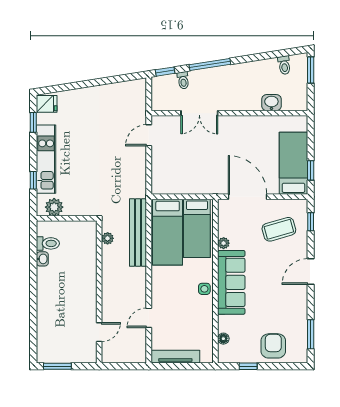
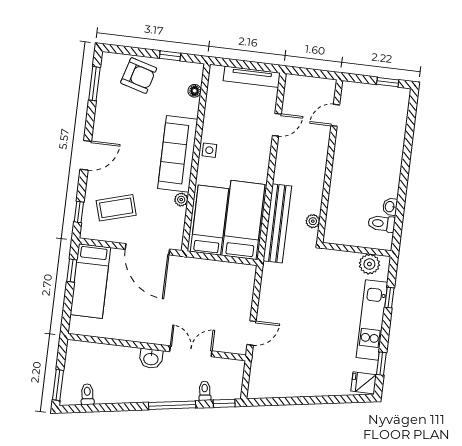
washbasin: (271, 103) -> (151, 359), moved
armchair: (273, 346) -> (139, 76), turned -74
window: (57, 366) -> (388, 82), width x0.67

